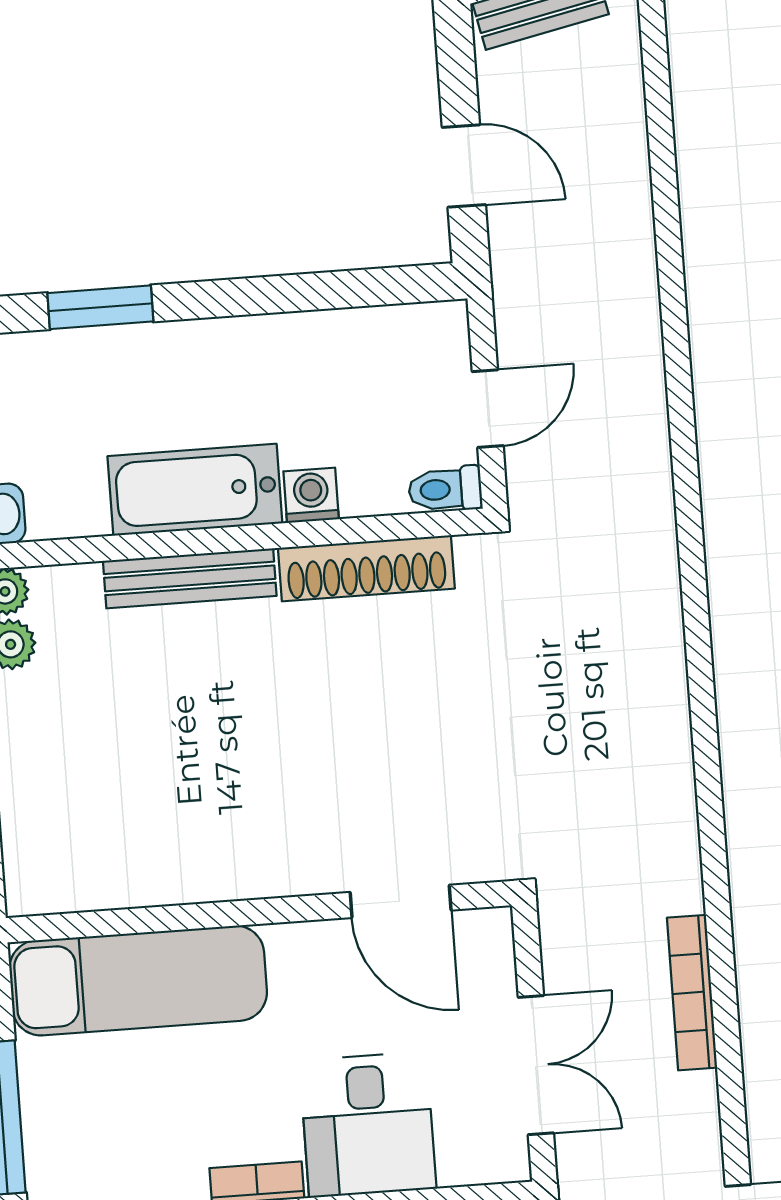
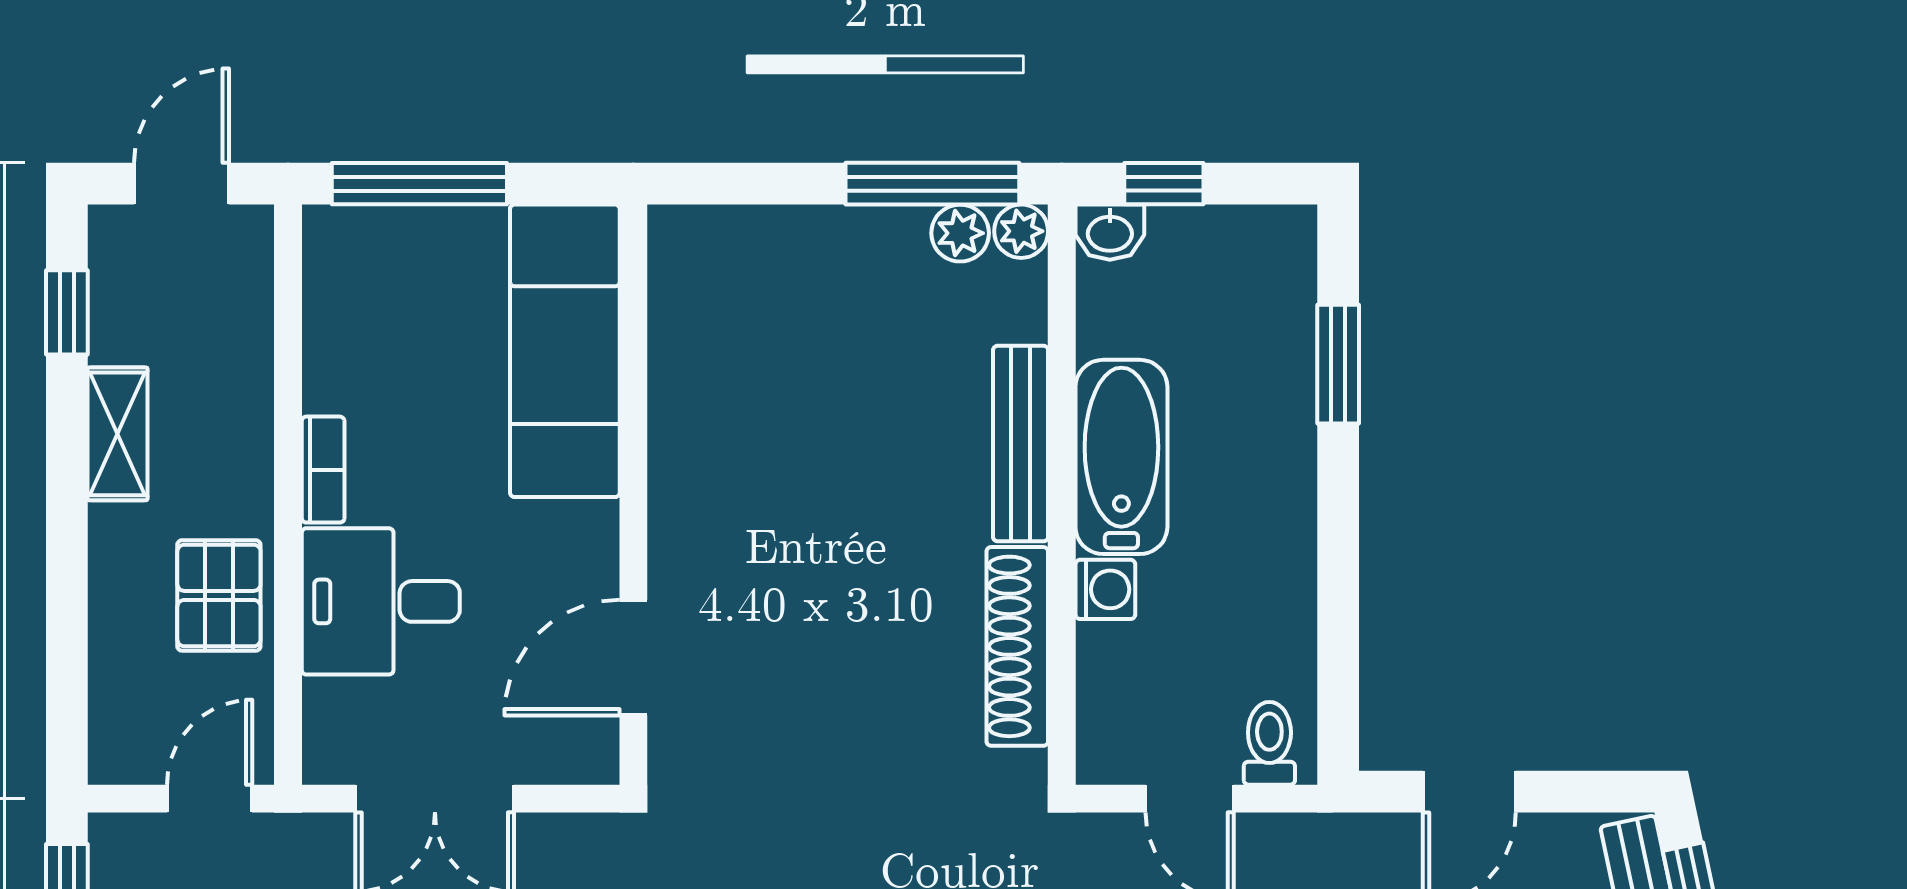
toilet: (445, 489) -> (1269, 743), moved

